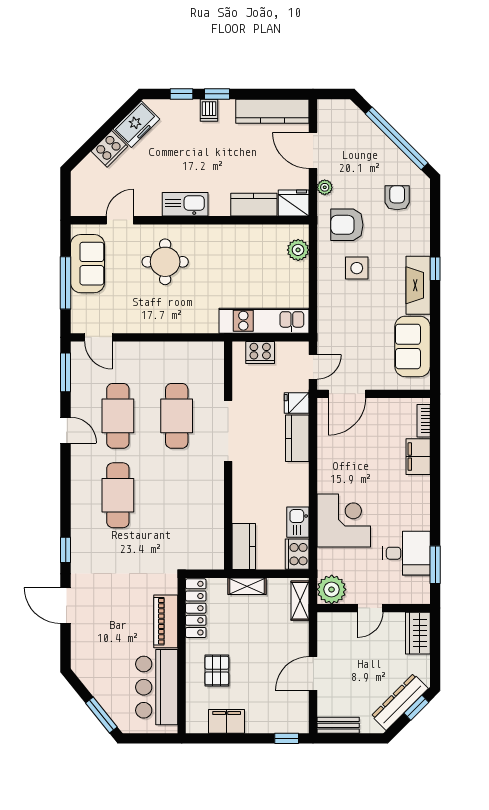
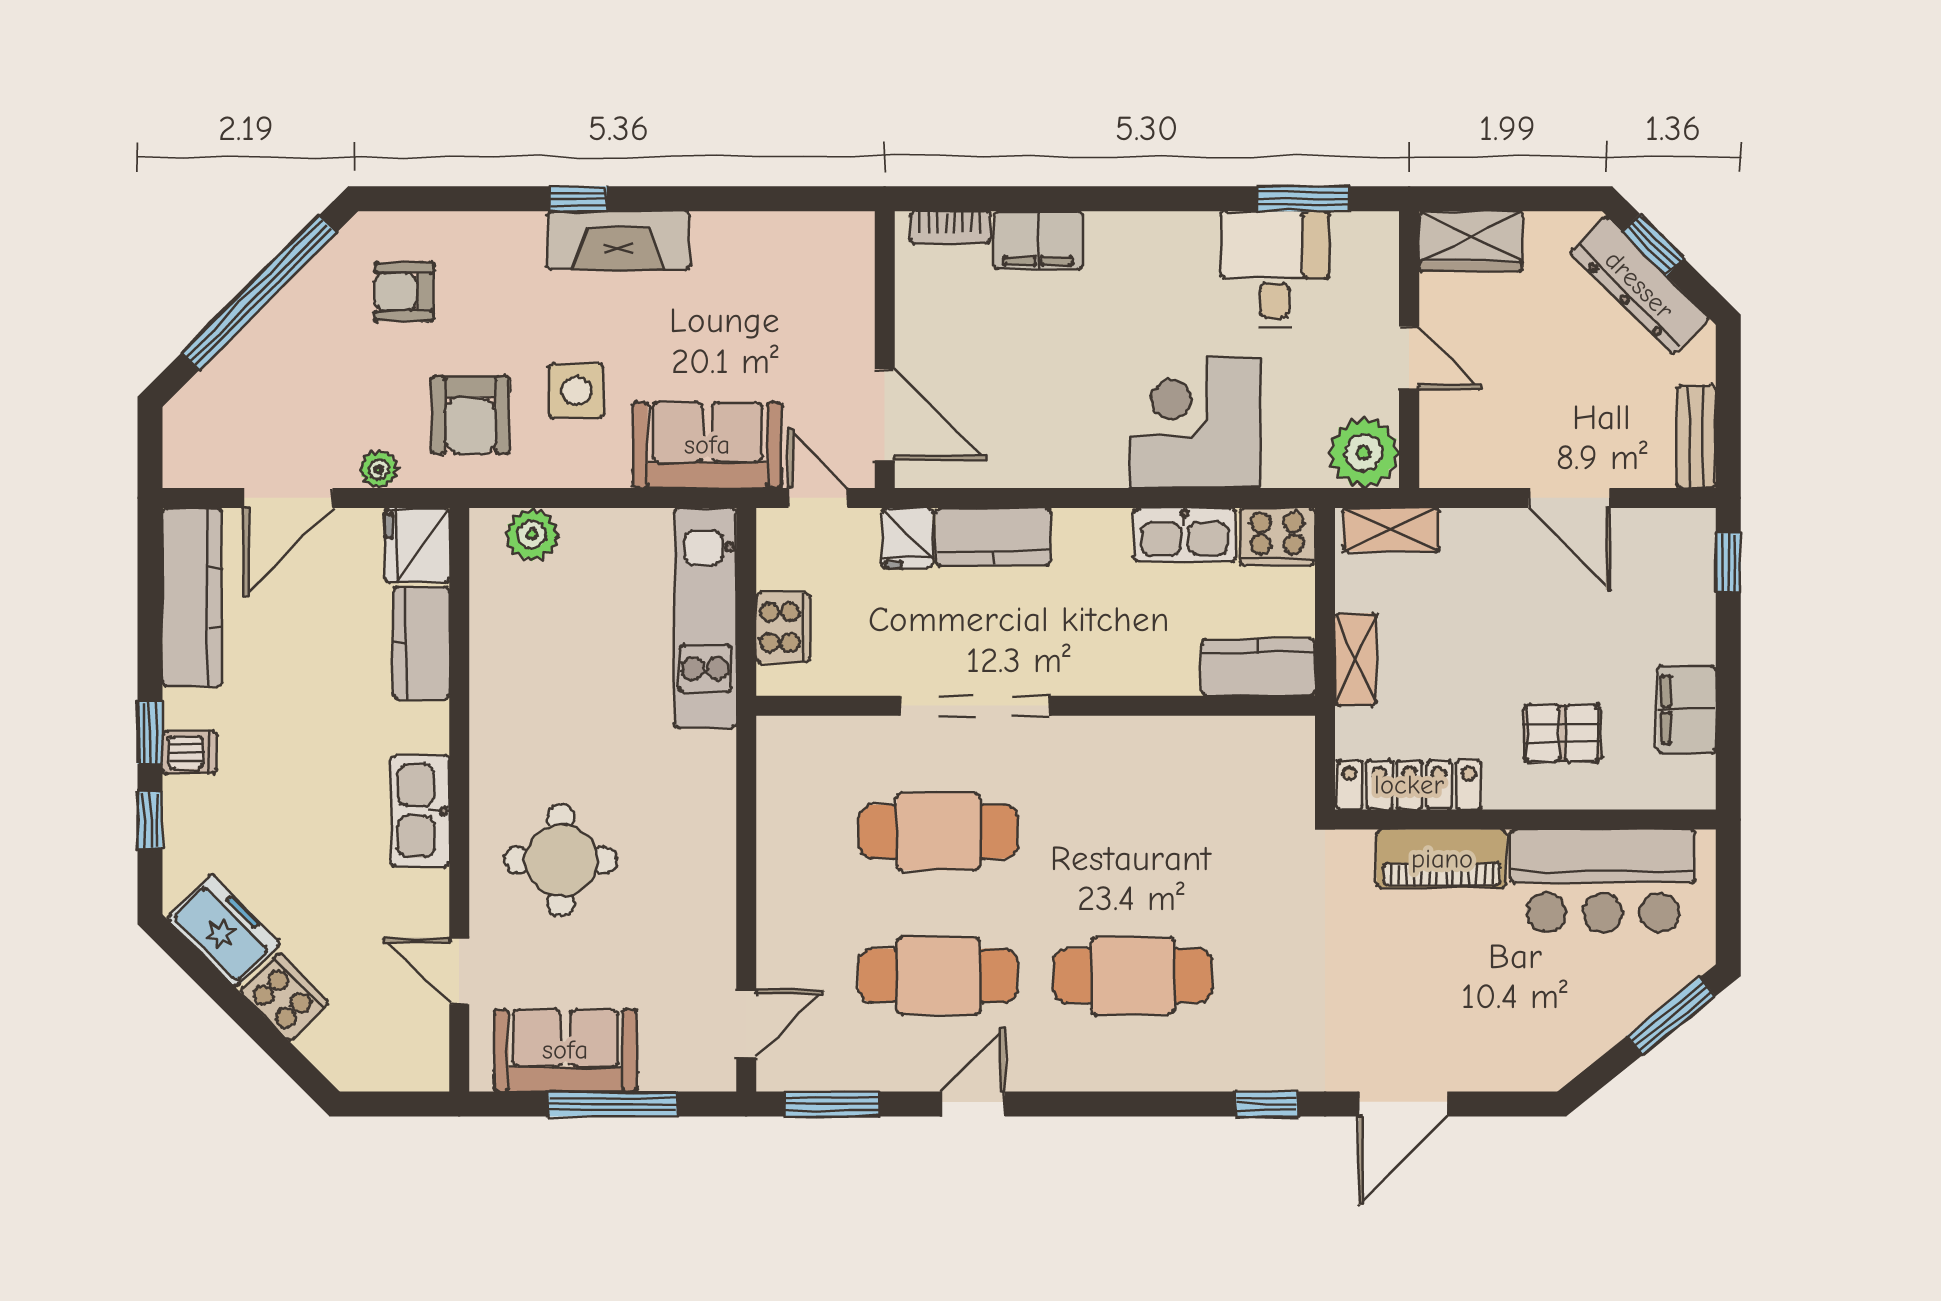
sofa: (413, 346) -> (707, 445), moved, turned 180
kitchen sink: (298, 522) -> (1185, 535), width x1.38

